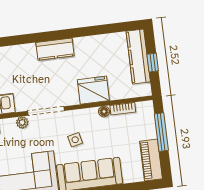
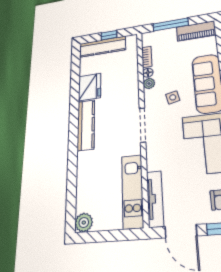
kitchen counter: (55, 49) -> (86, 125), width x1.50
fridge: (93, 90) -> (90, 87), moved, turned 180
plant: (22, 122) -> (149, 83), moved

